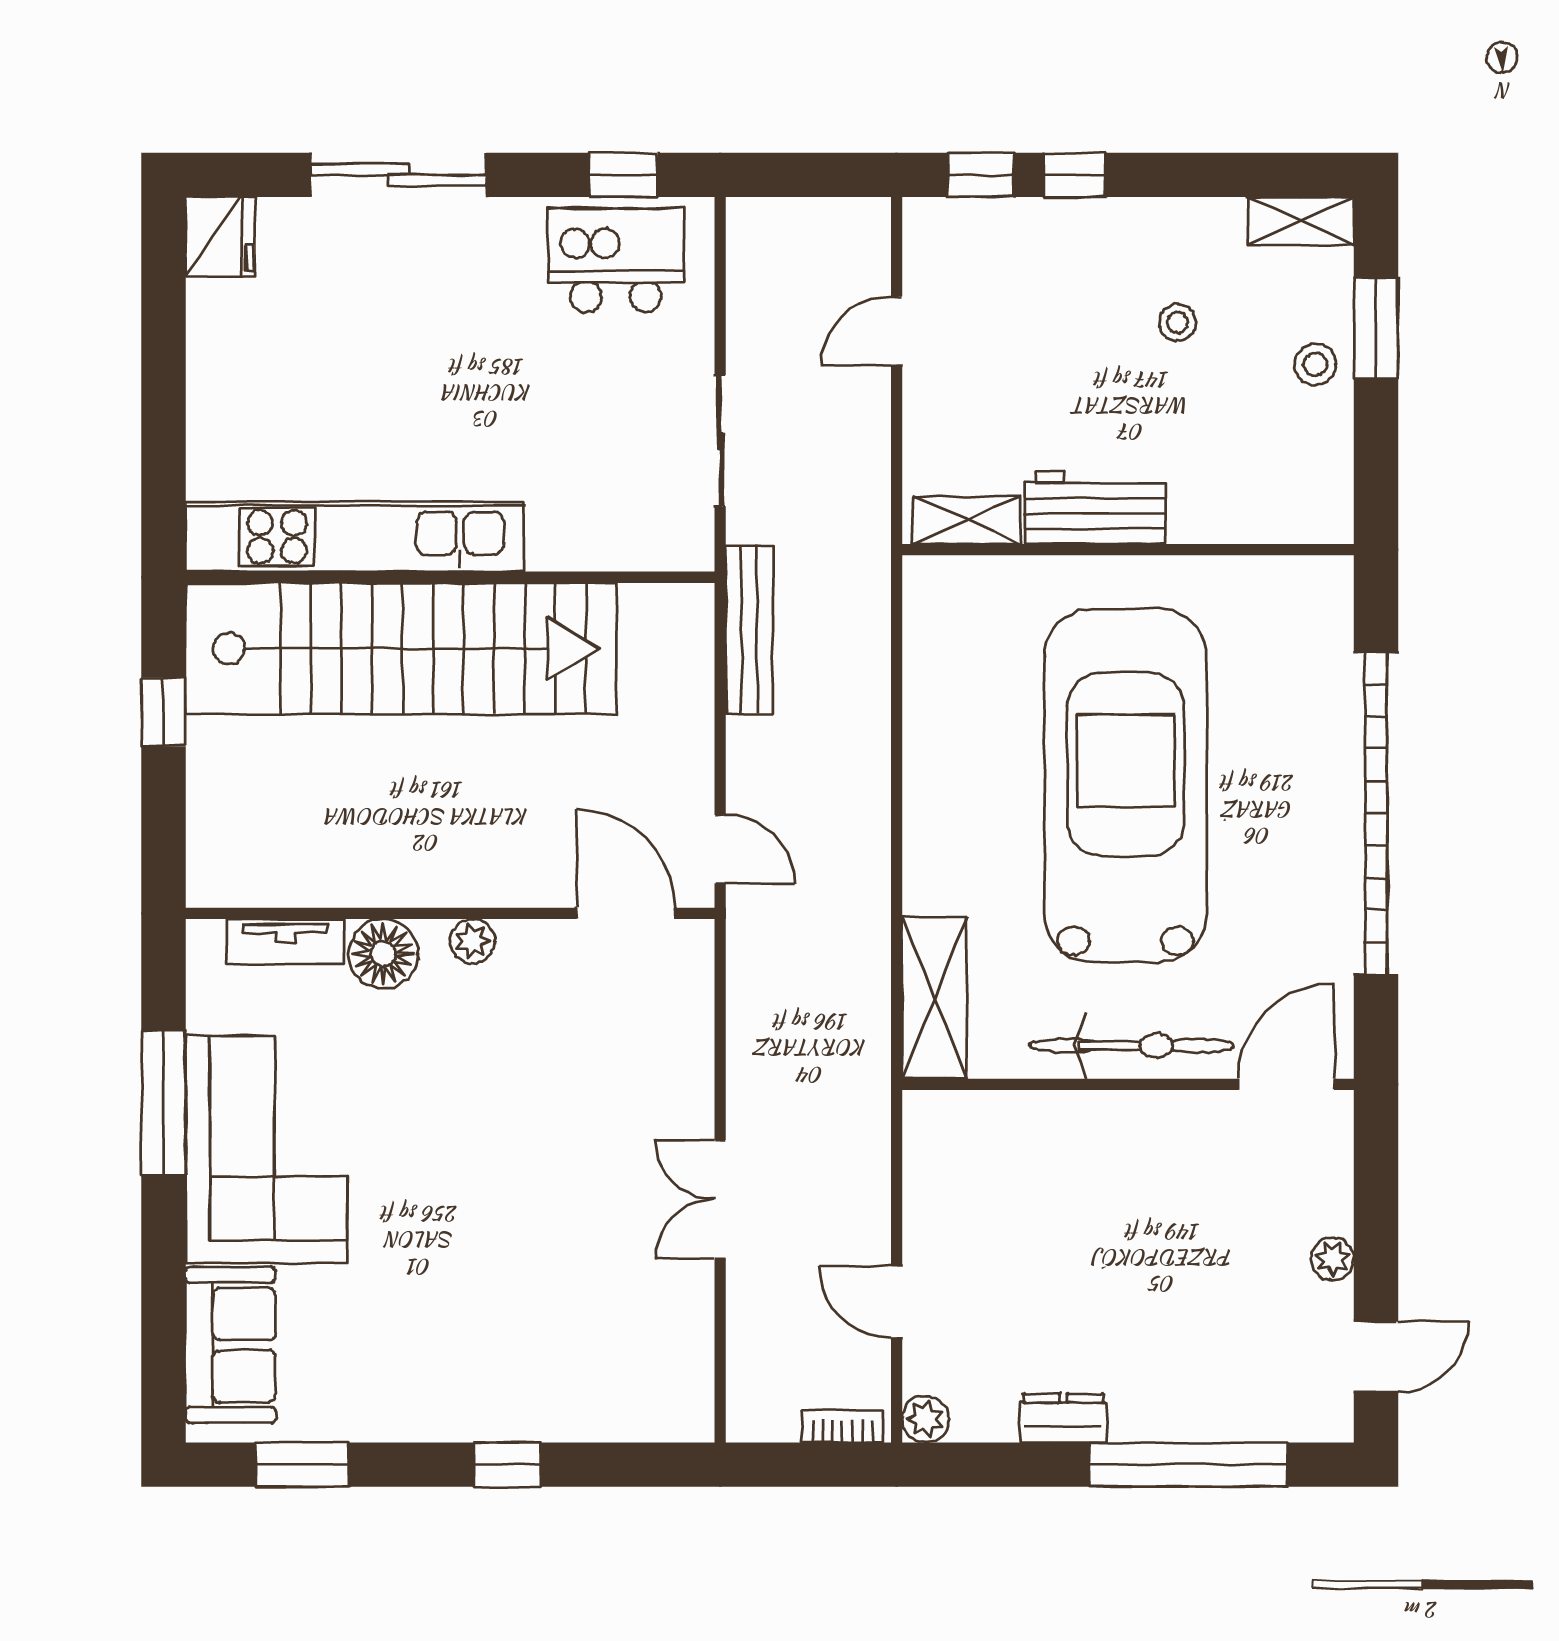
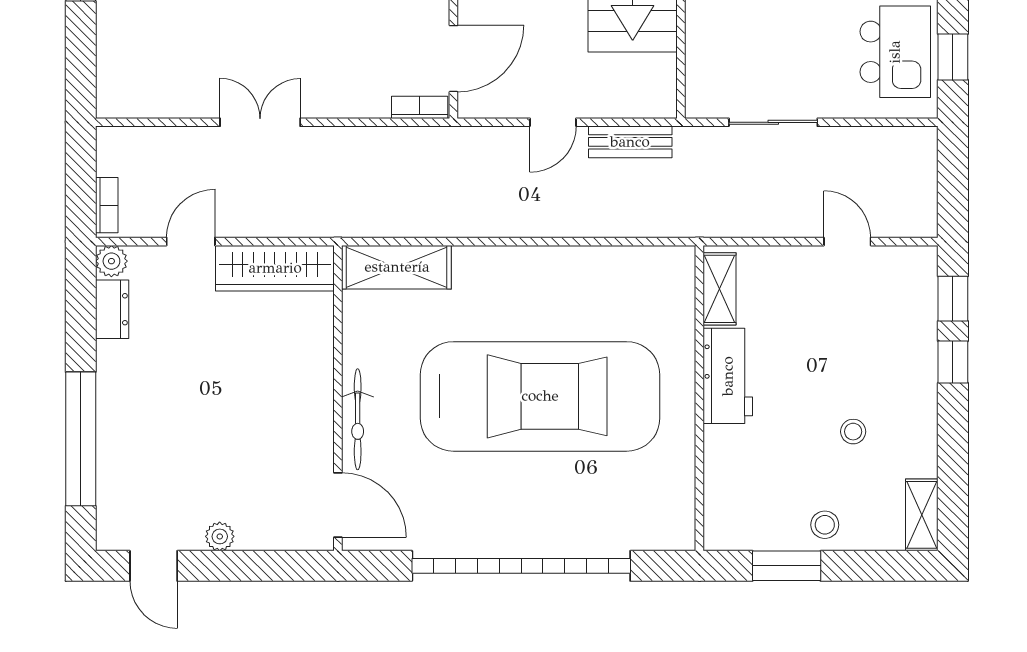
window: (1376, 328) -> (787, 566), moved
bench: (749, 630) -> (630, 142), width x0.73
door: (720, 849) -> (553, 122), moved
bookcase: (698, 963) -> (420, 107), added
bicycle: (1132, 1046) -> (358, 419), width x0.73, depth x0.71
wardrobe: (936, 1177) -> (275, 268), added
dresser: (1063, 1418) -> (112, 309), moved

